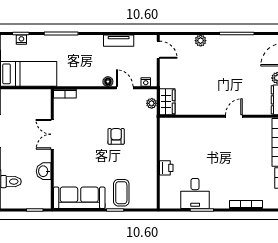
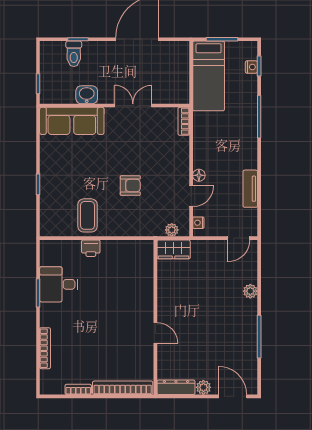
coffee table: (121, 193) -> (87, 215), moved, turned 90
sofa: (79, 198) -> (72, 121), moved, turned 90

